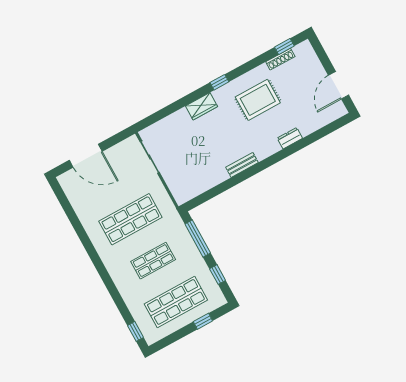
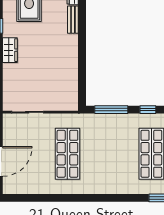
bench: (242, 165) -> (73, 20), moved
shop shelf: (153, 261) -> (109, 154), removed

